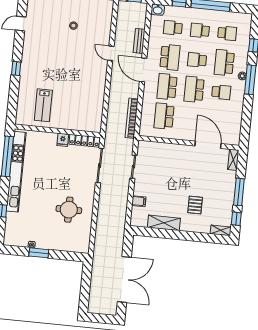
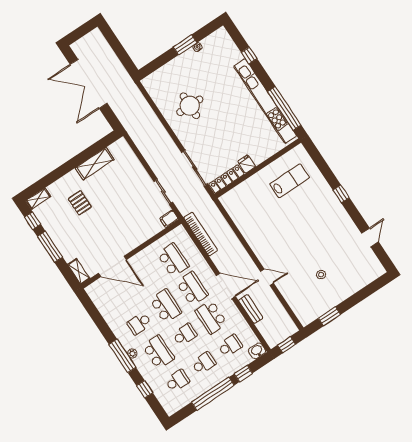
school desk: (227, 33) -> (177, 381), turned 180
lab bench: (43, 105) -> (290, 181), turned 90
filing cabinet: (139, 201) -> (169, 219), moved

